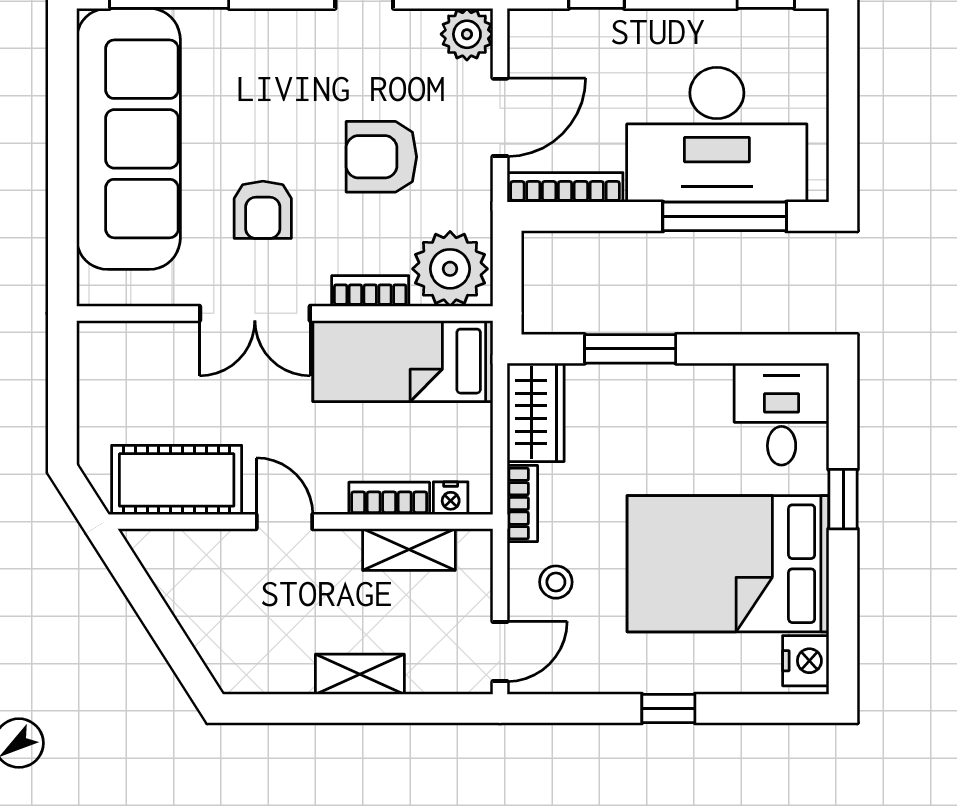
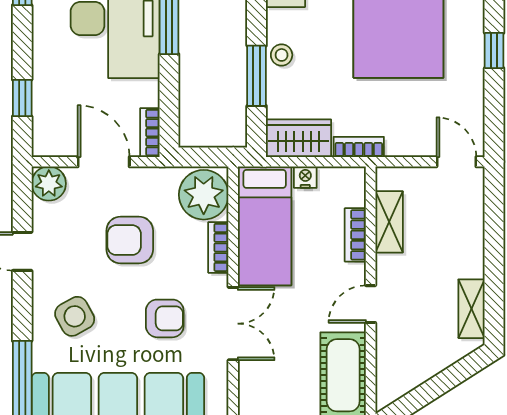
side table: (266, 73) -> (75, 316), added
armchair: (381, 157) -> (130, 240), turned 90
bookcase: (565, 187) -> (150, 133), width x0.64
nightstand: (451, 498) -> (305, 177), moved, turned -90
stool: (556, 582) -> (282, 55), moved
shelving: (360, 674) -> (471, 309), moved

